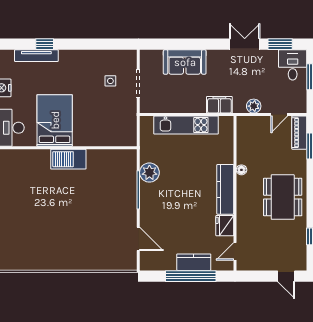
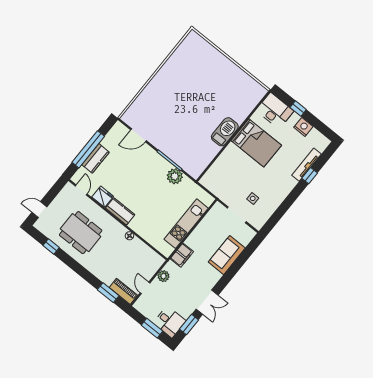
kitchen counter: (225, 189) -> (120, 211), width x0.67
dining table: (283, 197) -> (81, 233), moved

